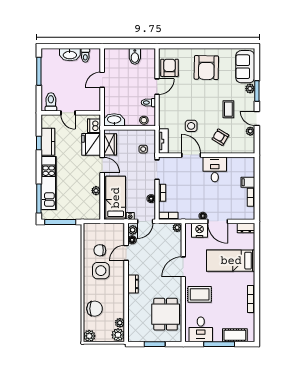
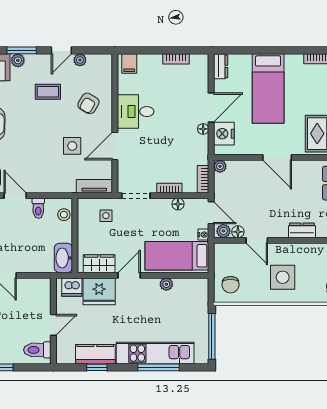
filing cabinet: (248, 182) -> (129, 63), moved
window: (39, 198) -> (158, 367), moved
chair: (100, 250) -> (230, 285), moved

